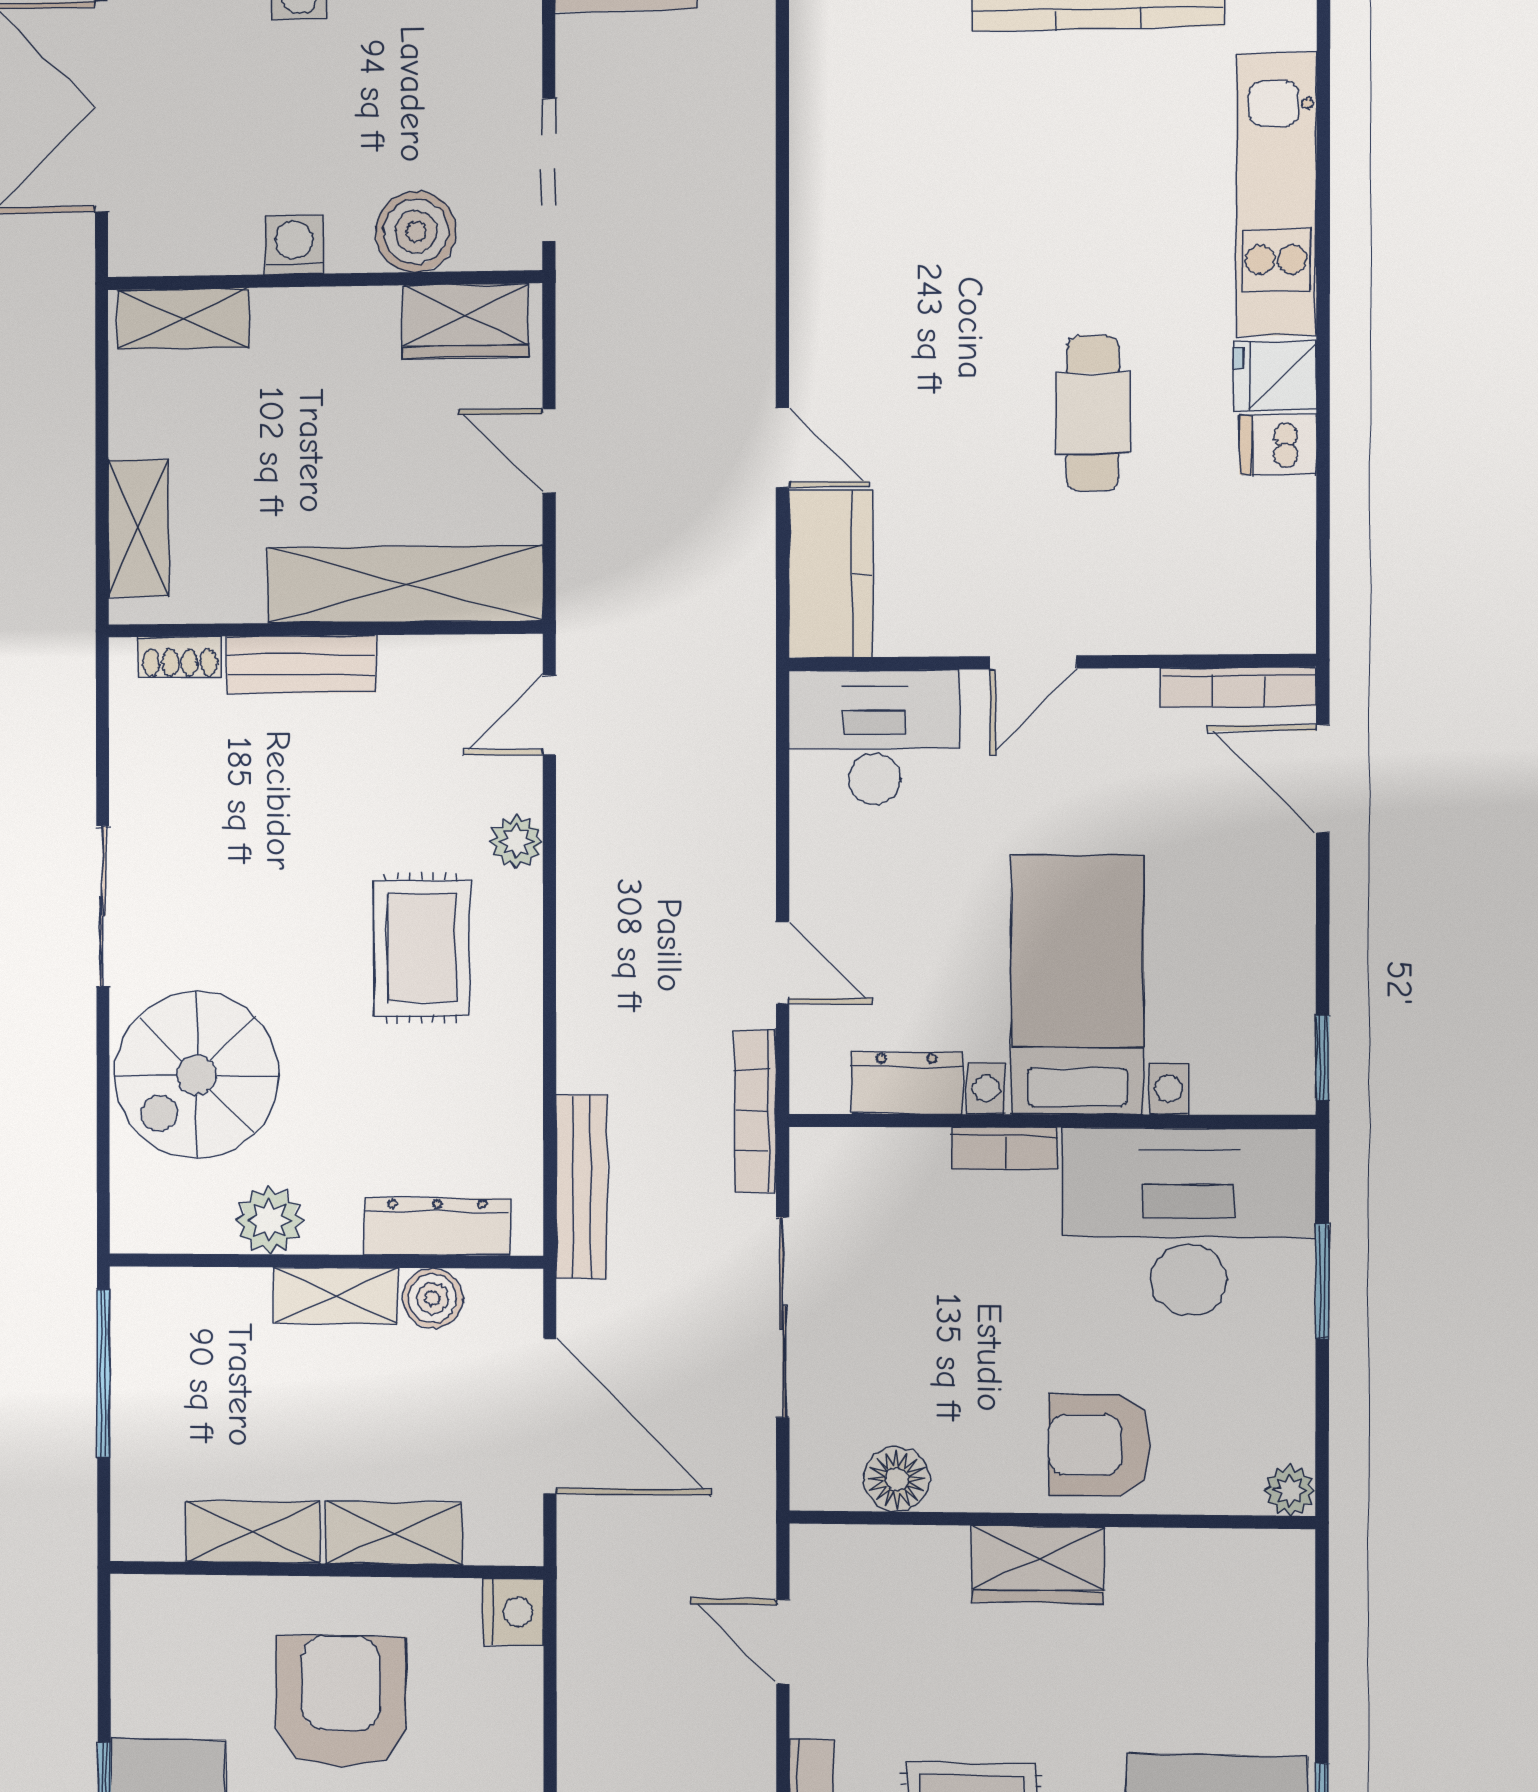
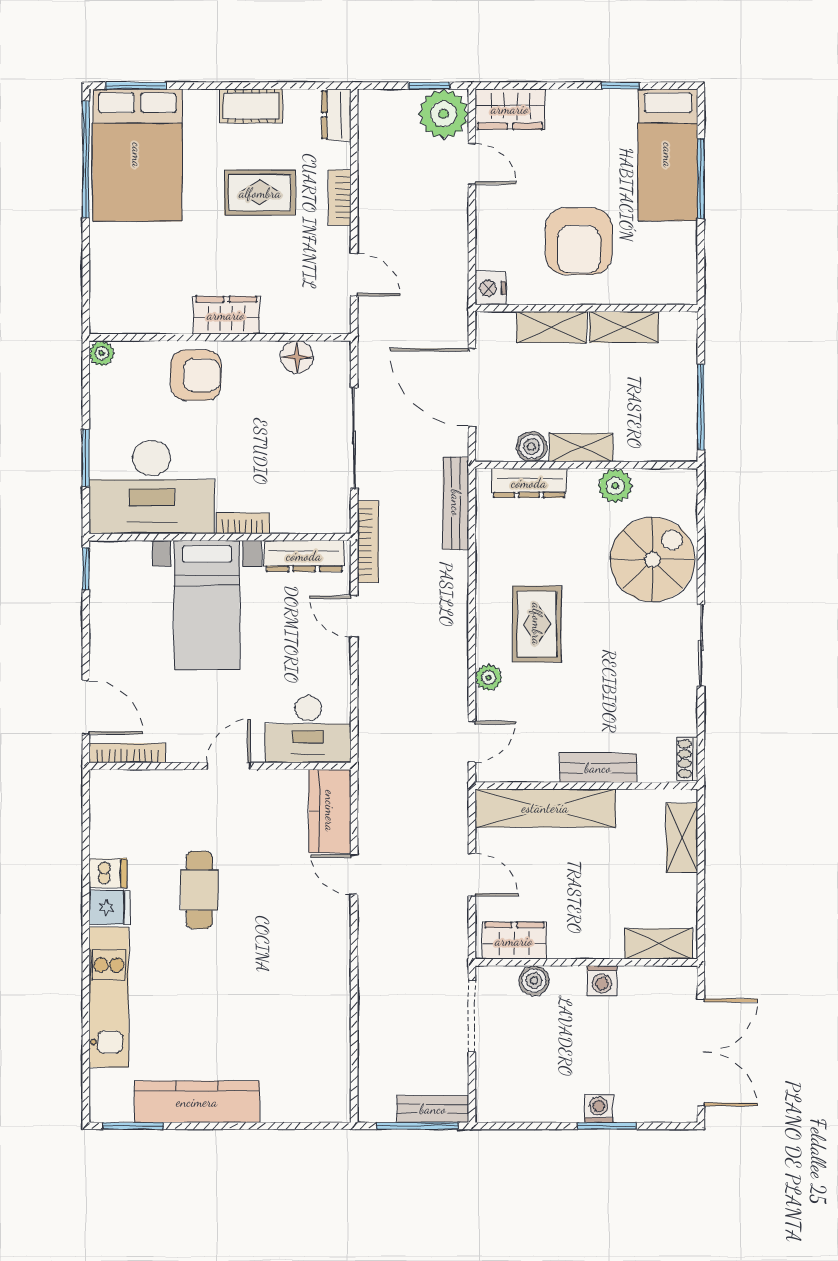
boiler: (416, 232) -> (534, 981), width x0.73, depth x0.73
shoe rack: (180, 657) -> (687, 759), moved, turned -90
dresser: (906, 1083) -> (304, 556), width x1.44

